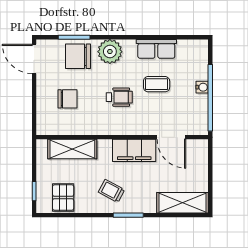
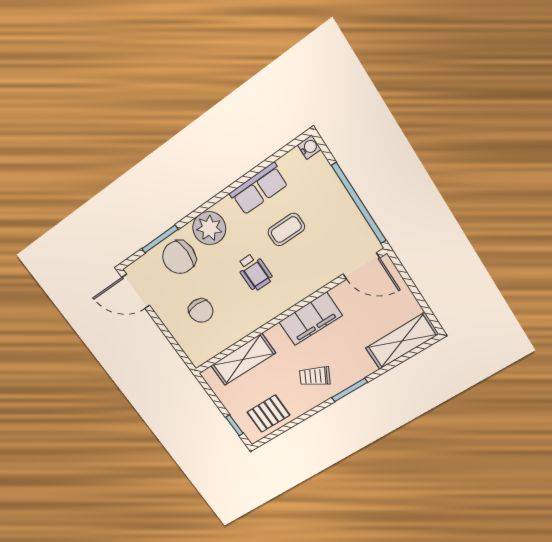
water cooler: (202, 87) -> (309, 147), moved
wheelchair: (119, 97) -> (255, 272), turned 90
chair: (67, 99) -> (201, 311), turned 90
door: (171, 137) -> (361, 266), moved
pallet: (63, 198) -> (268, 414), turned 90

